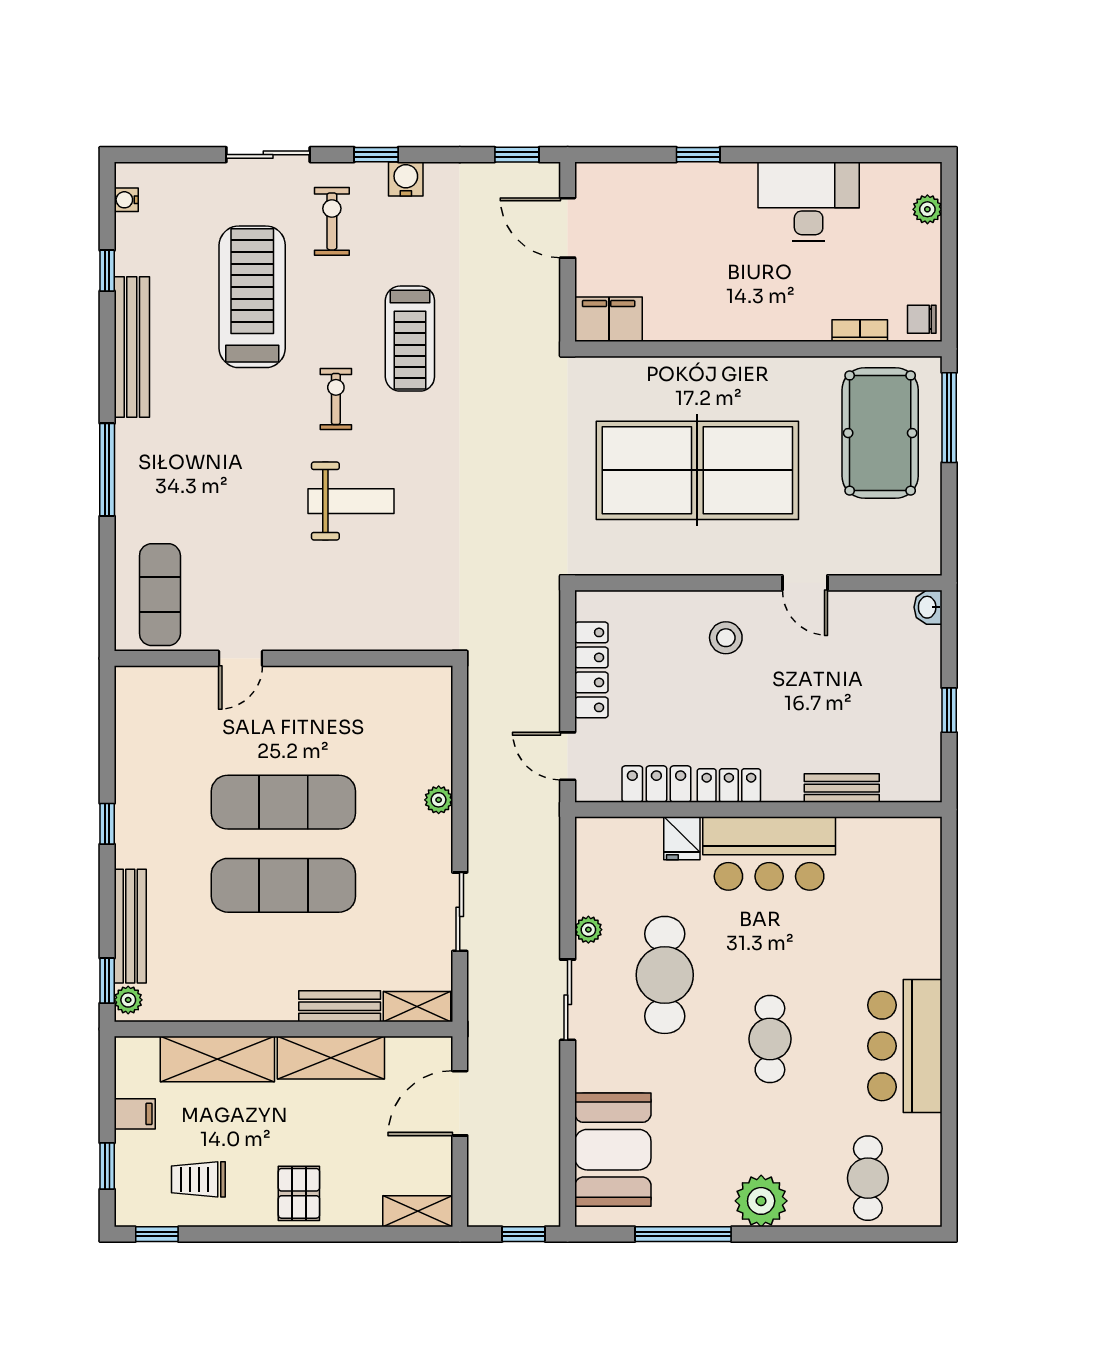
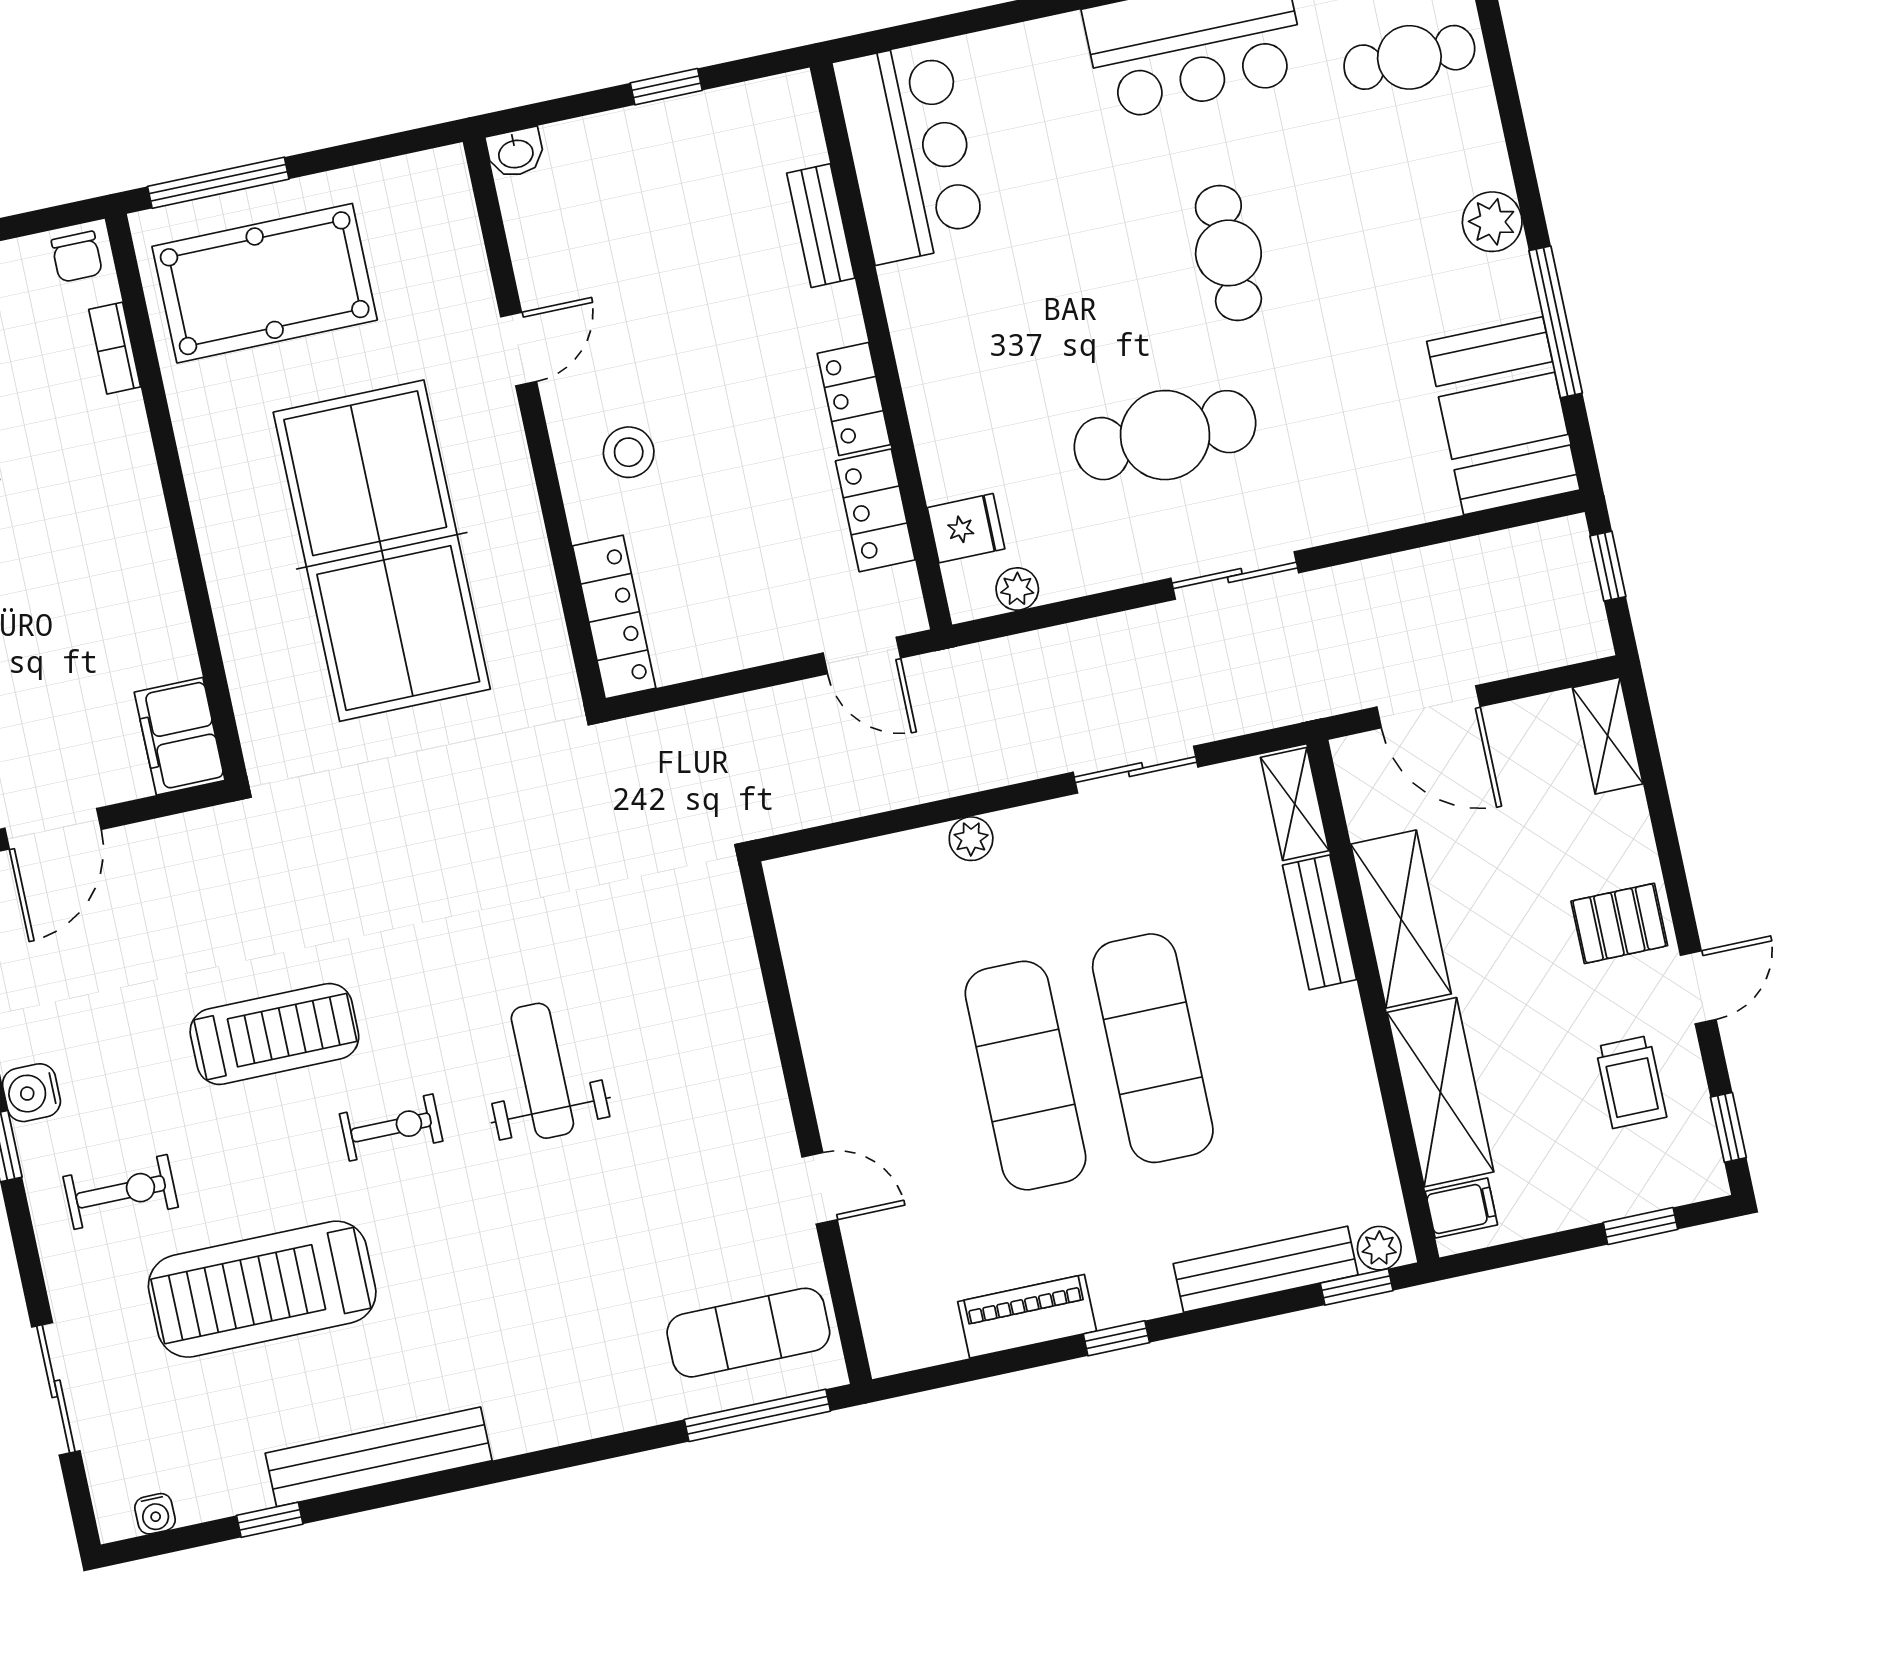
sliding door: (268, 155) -> (56, 1389), moved
exercise bike: (332, 221) -> (121, 1192), turned 180
exercise bike: (336, 399) -> (391, 1127), turned 180
window: (107, 470) -> (757, 1415), moved
locker: (591, 670) -> (614, 617), moved, turned 90
door: (568, 756) -> (862, 655), hinge flipped
piano: (133, 771) -> (1027, 1316), added
fridge: (682, 838) -> (966, 528), moved
bar counter: (769, 854) -> (910, 152), moved
plant: (588, 930) -> (1017, 589), moved
cafe table: (770, 1039) -> (1228, 253), turned 90
filing cabinet: (135, 1114) -> (1461, 1208), moved, turned 90
booth: (613, 1150) -> (1503, 416), moved, turned 90
plant: (761, 1201) -> (1492, 222), width x0.73, depth x0.73
door: (248, 1234) -> (1698, 987), added

